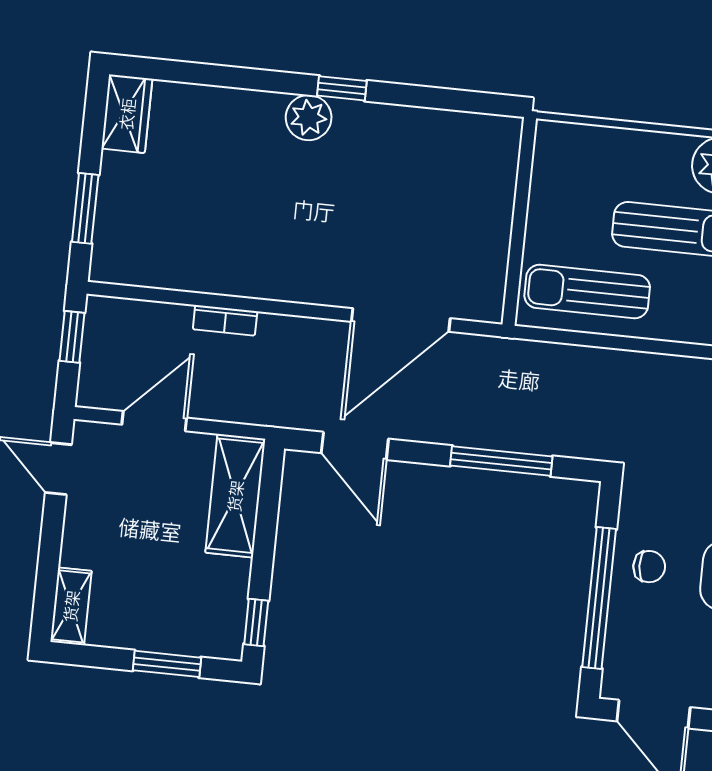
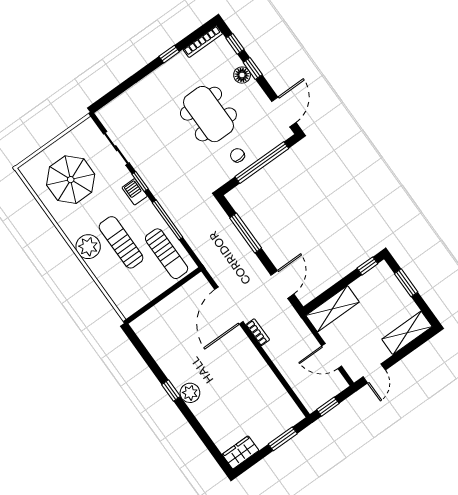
bookcase: (225, 320) -> (258, 332), moved
door: (401, 320) -> (229, 306), swing flipped
window: (644, 345) -> (168, 220), added
shelving: (71, 606) -> (407, 333), width x1.50, depth x1.33

